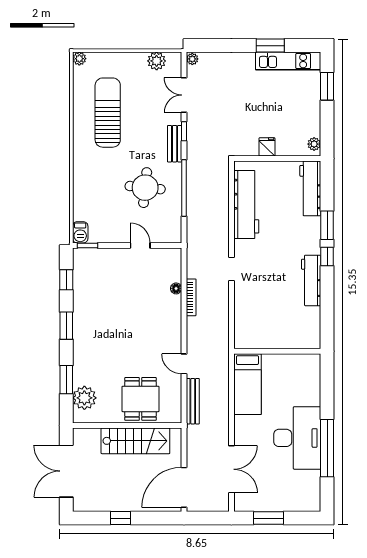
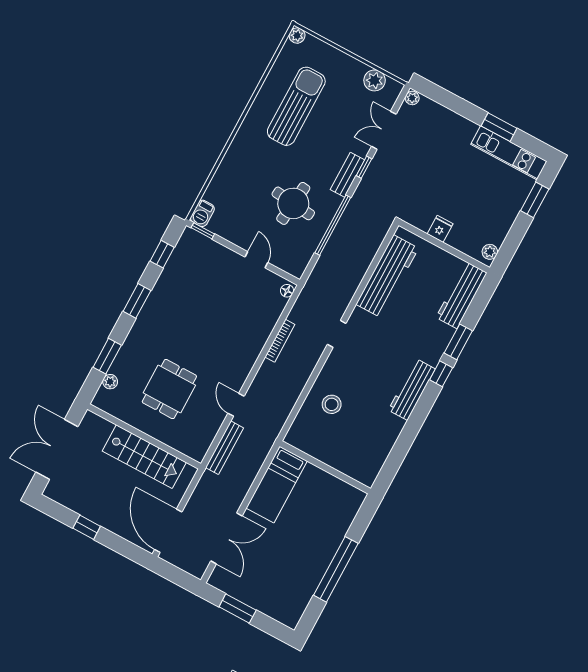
floor lamp: (176, 288) -> (287, 291), moved
stool: (256, 325) -> (332, 404), added
wall: (277, 351) -> (325, 467), moved
bed: (247, 384) -> (277, 485), moved
plant: (84, 398) -> (110, 382), width x0.53, depth x0.53
dining table: (141, 399) -> (169, 389), moved
desk: (297, 438) -> (311, 543), removed
door: (184, 487) -> (168, 531), hinge flipped

